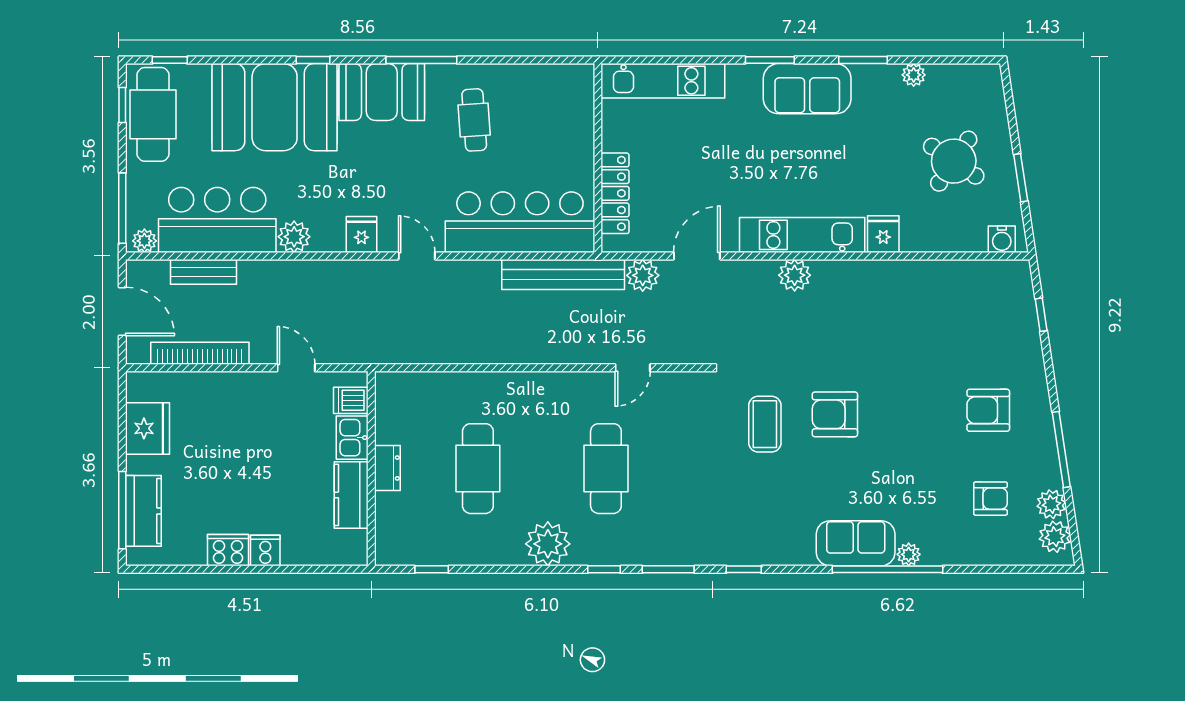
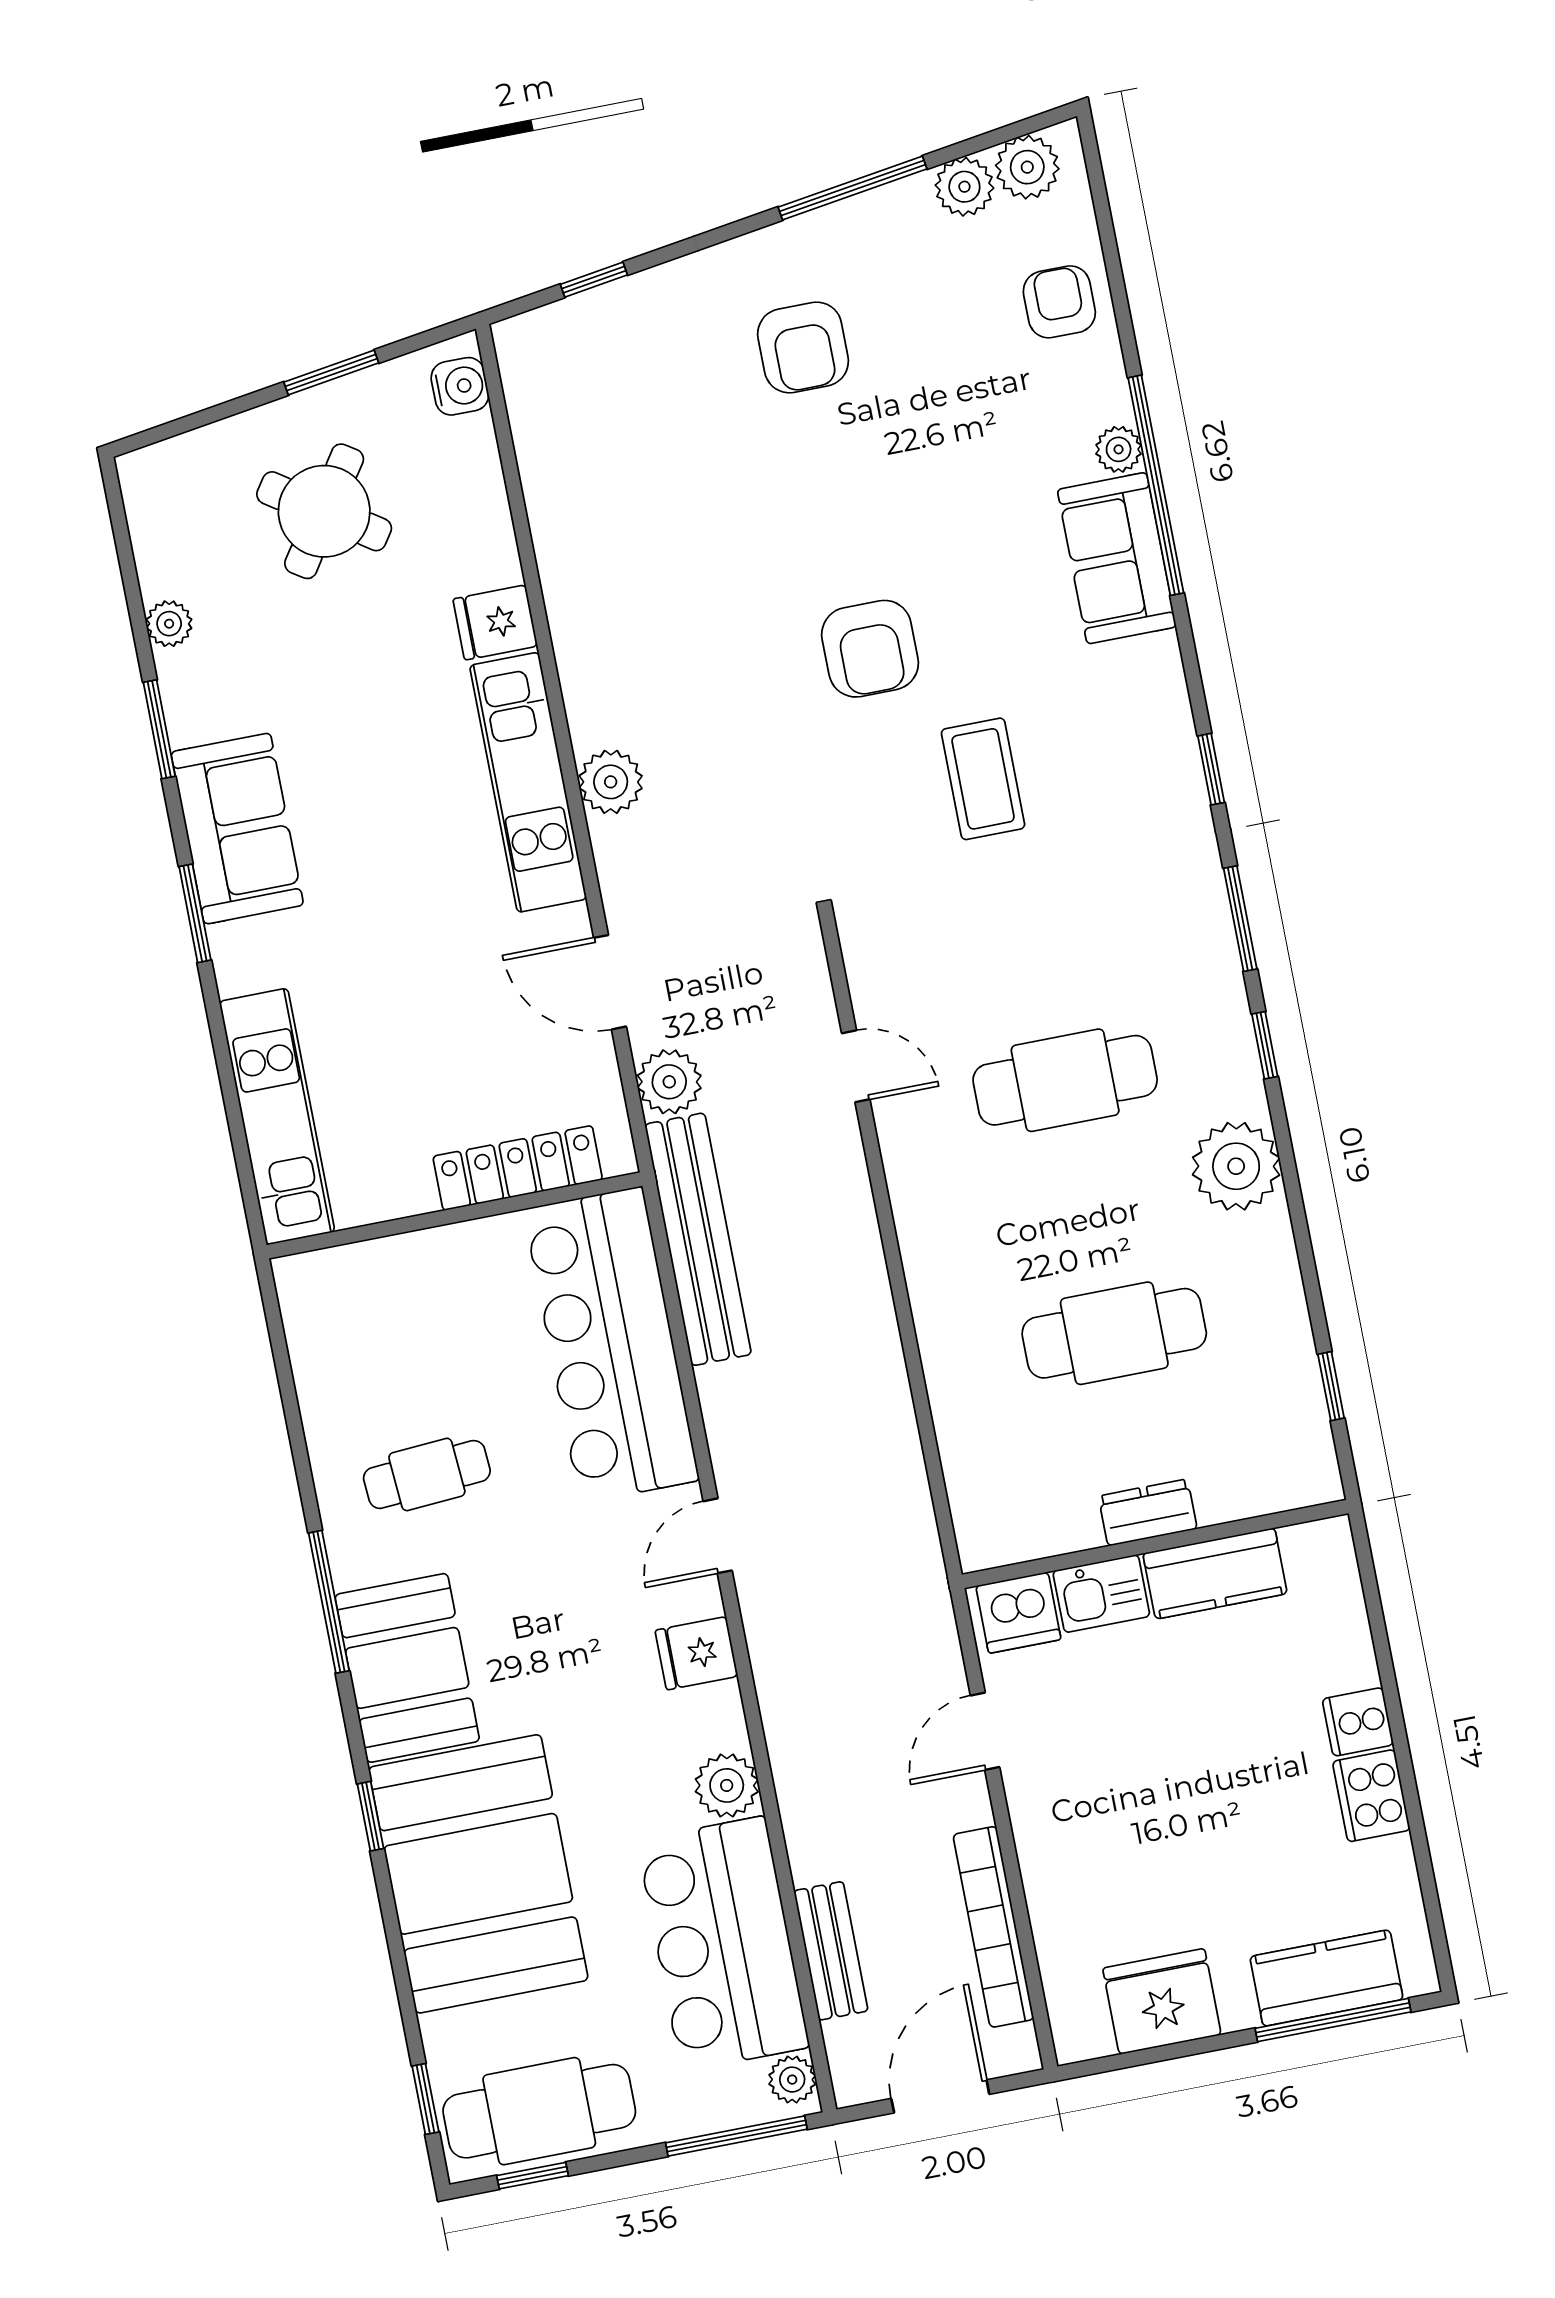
dishwasher: (351, 400) -> (1018, 1613), width x1.38
coffee table: (765, 424) -> (983, 779), moved, turned 90
armchair: (991, 499) -> (1059, 302), moved

